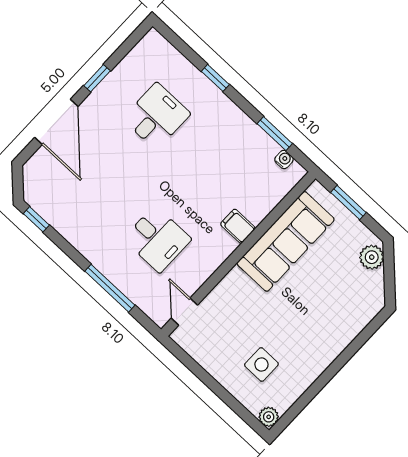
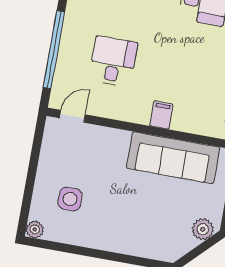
desk: (157, 239) -> (113, 61), turned 180
window: (110, 288) -> (54, 50), width x1.46

